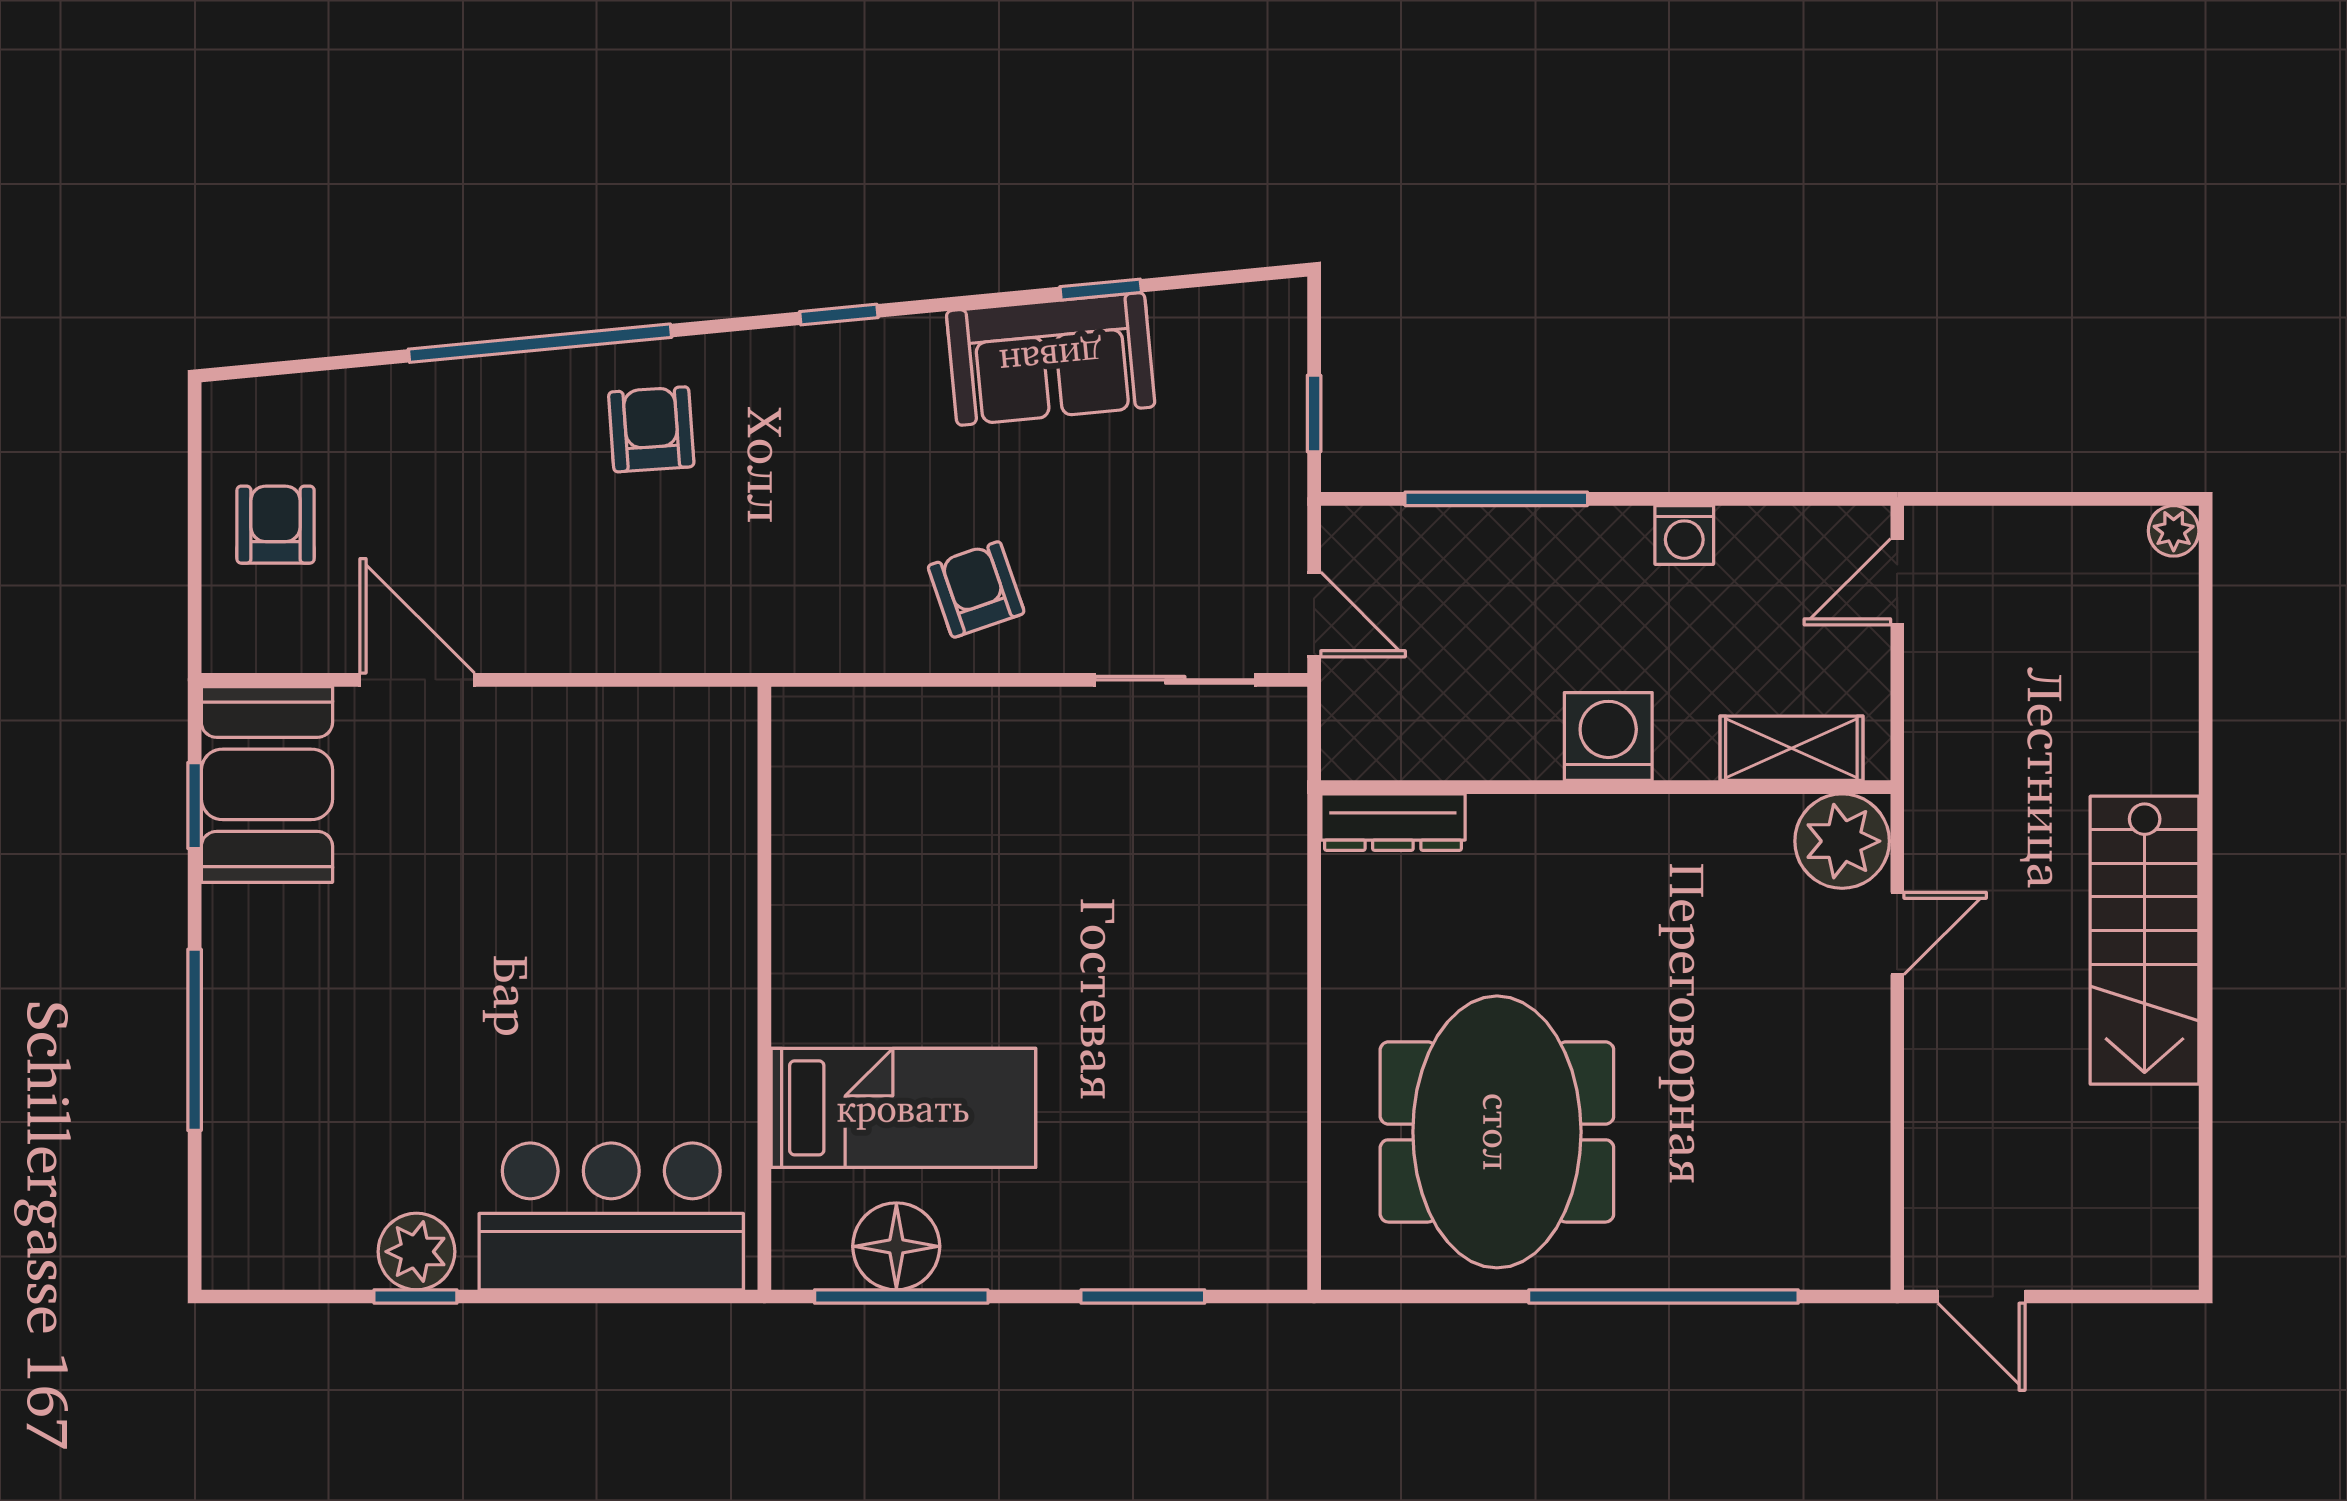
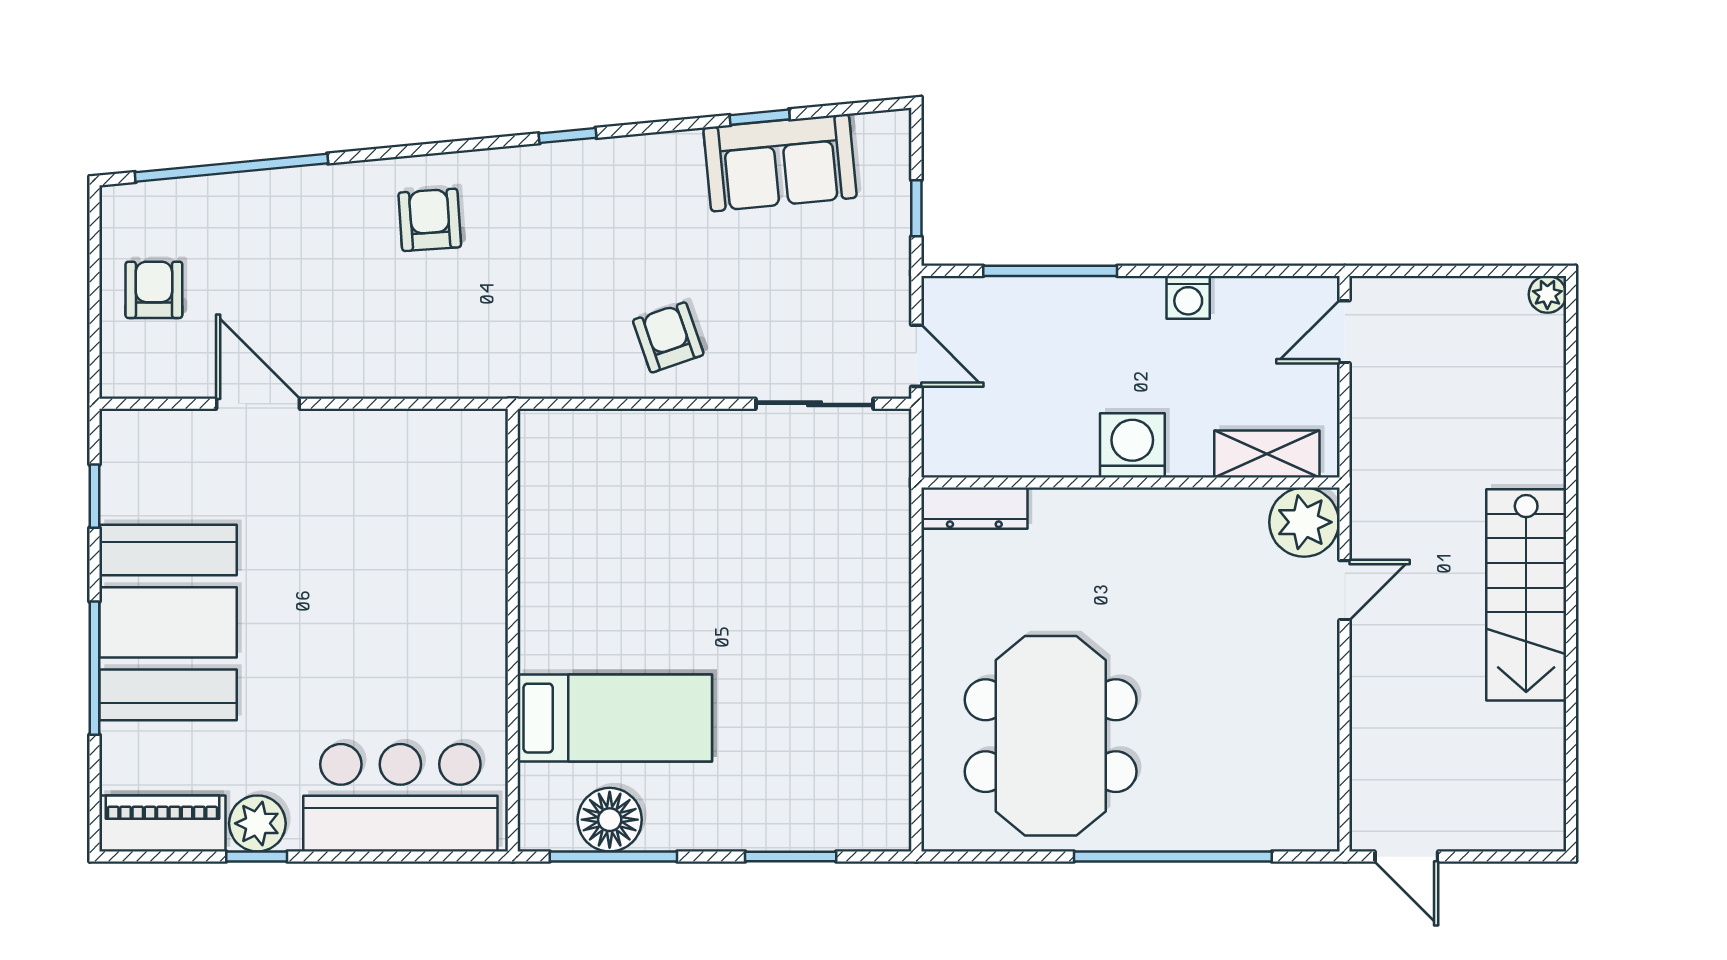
window: (540, 343) -> (231, 168), moved
sofa: (1051, 359) -> (780, 163), moved
booth: (267, 784) -> (168, 622), moved, width x1.36, depth x1.42
piano: (287, 1252) -> (162, 823), added

